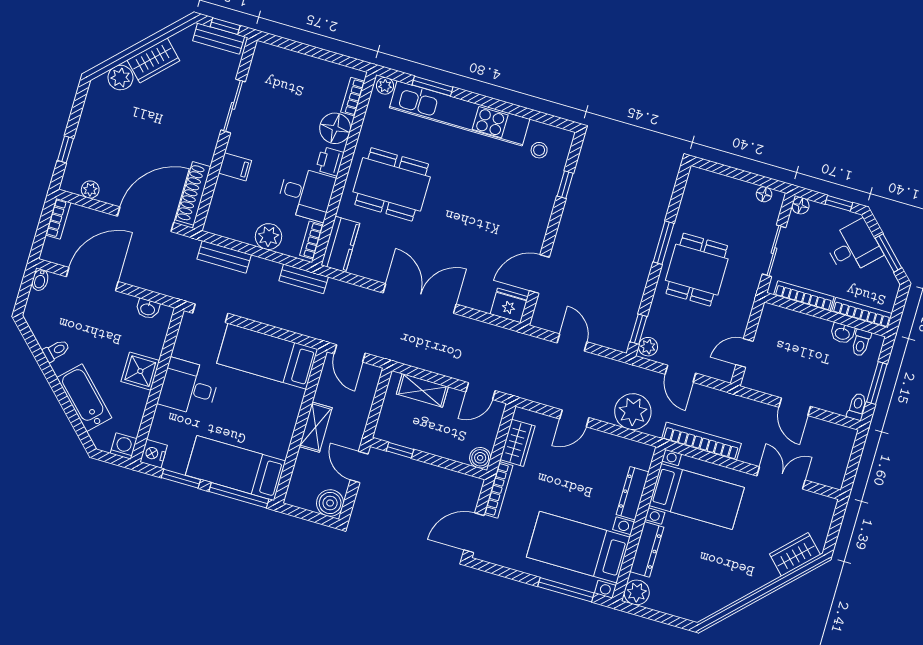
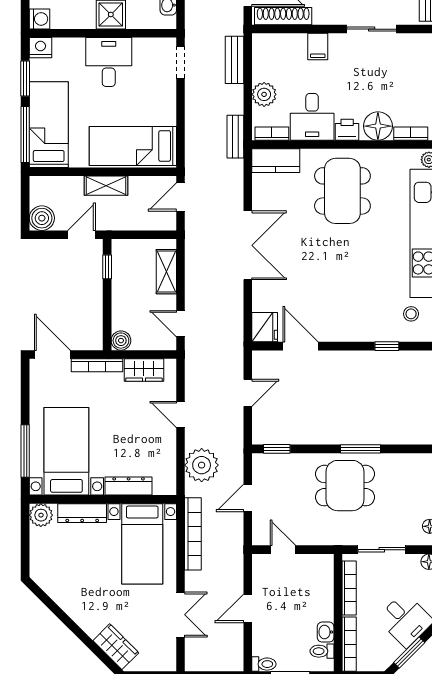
plant: (648, 347) -> (264, 462), removed
bed: (267, 356) -> (133, 146), moved, turned -90

